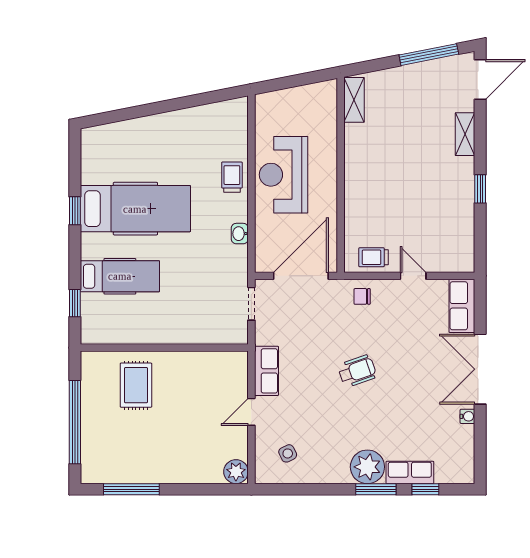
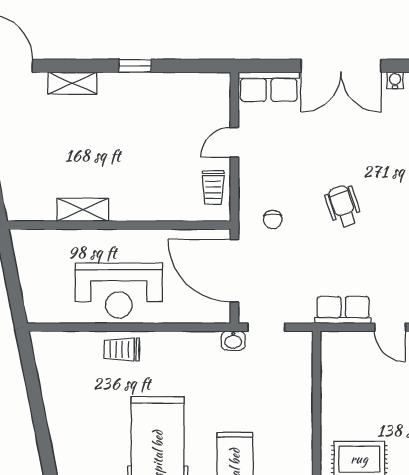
shelving: (354, 100) -> (83, 210), moved
washbasin: (240, 234) -> (233, 341), moved
chair: (362, 296) -> (273, 220), moved

